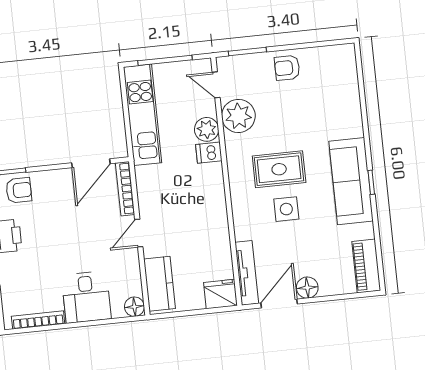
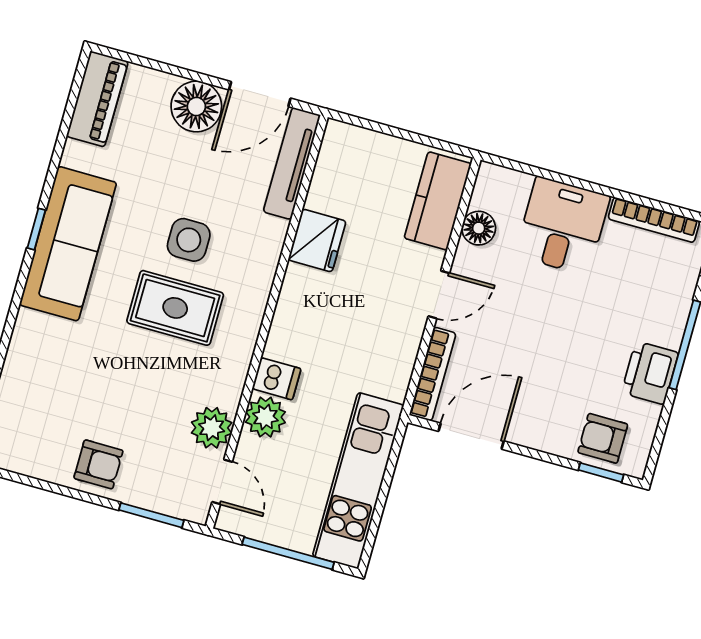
plant: (238, 116) -> (212, 428), width x0.73, depth x0.73
floor lamp: (307, 288) -> (196, 107), width x1.38, depth x1.38
fridge: (220, 294) -> (317, 240), moved, turned -90
floor lamp: (134, 307) -> (479, 228), moved

